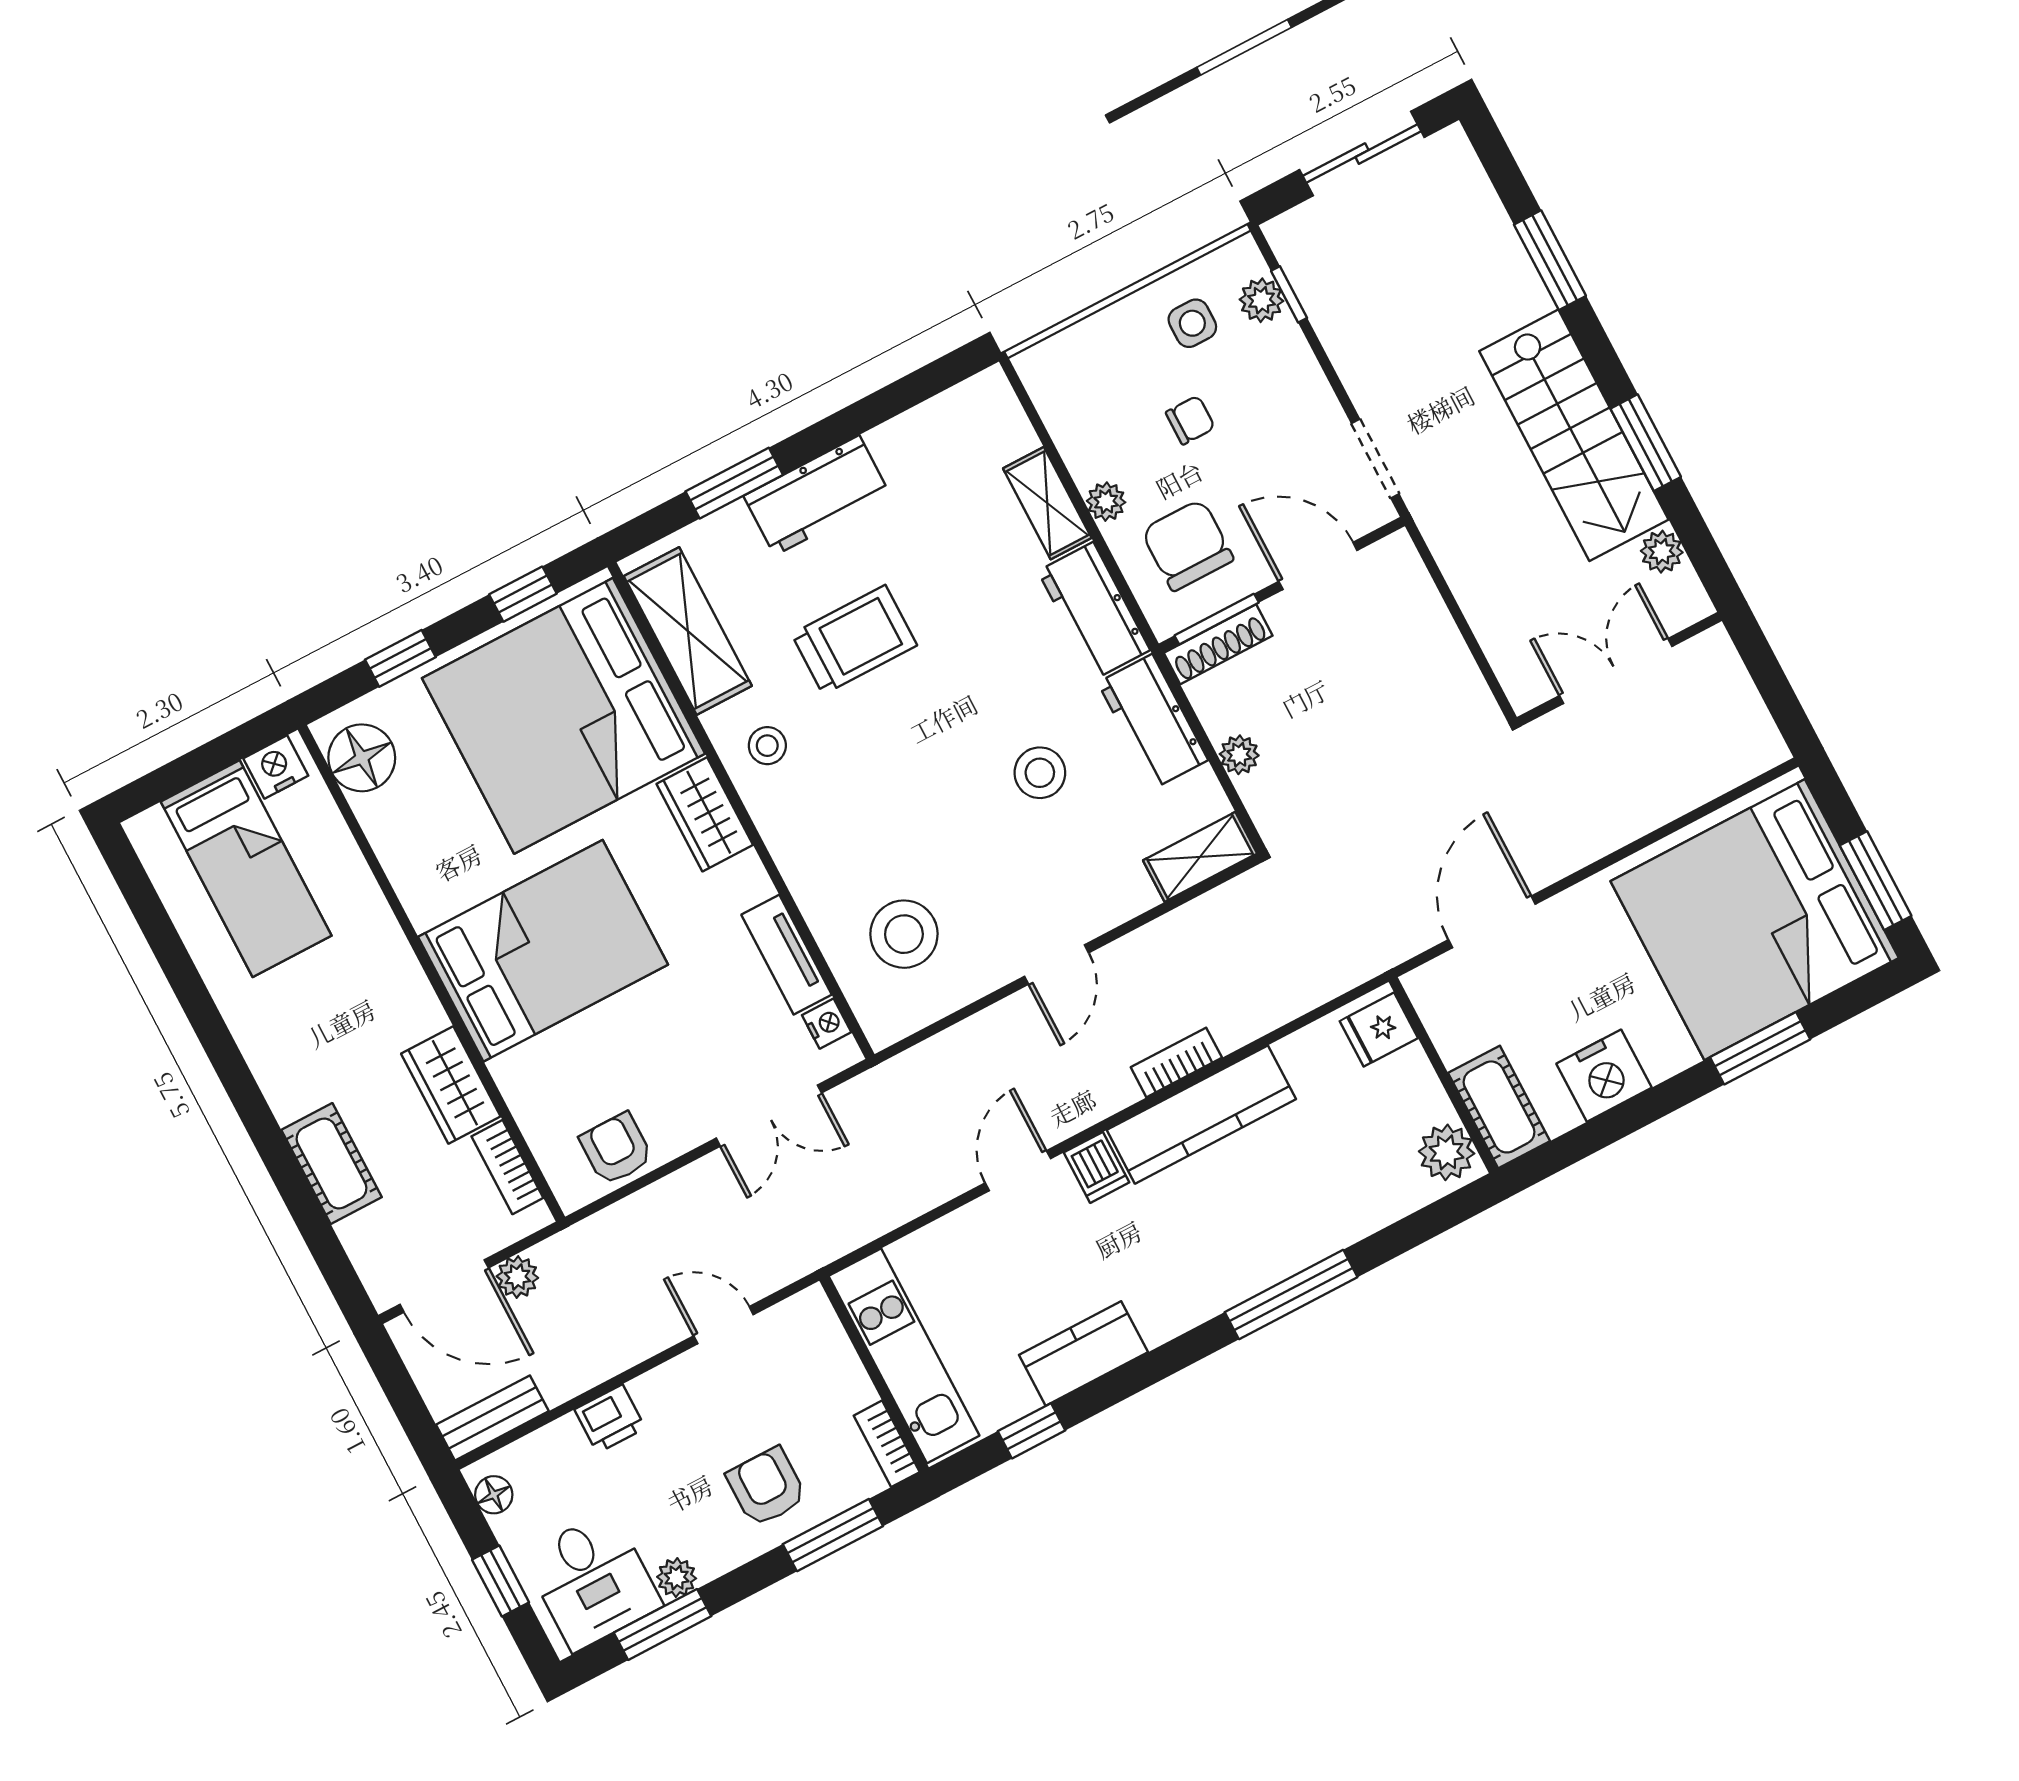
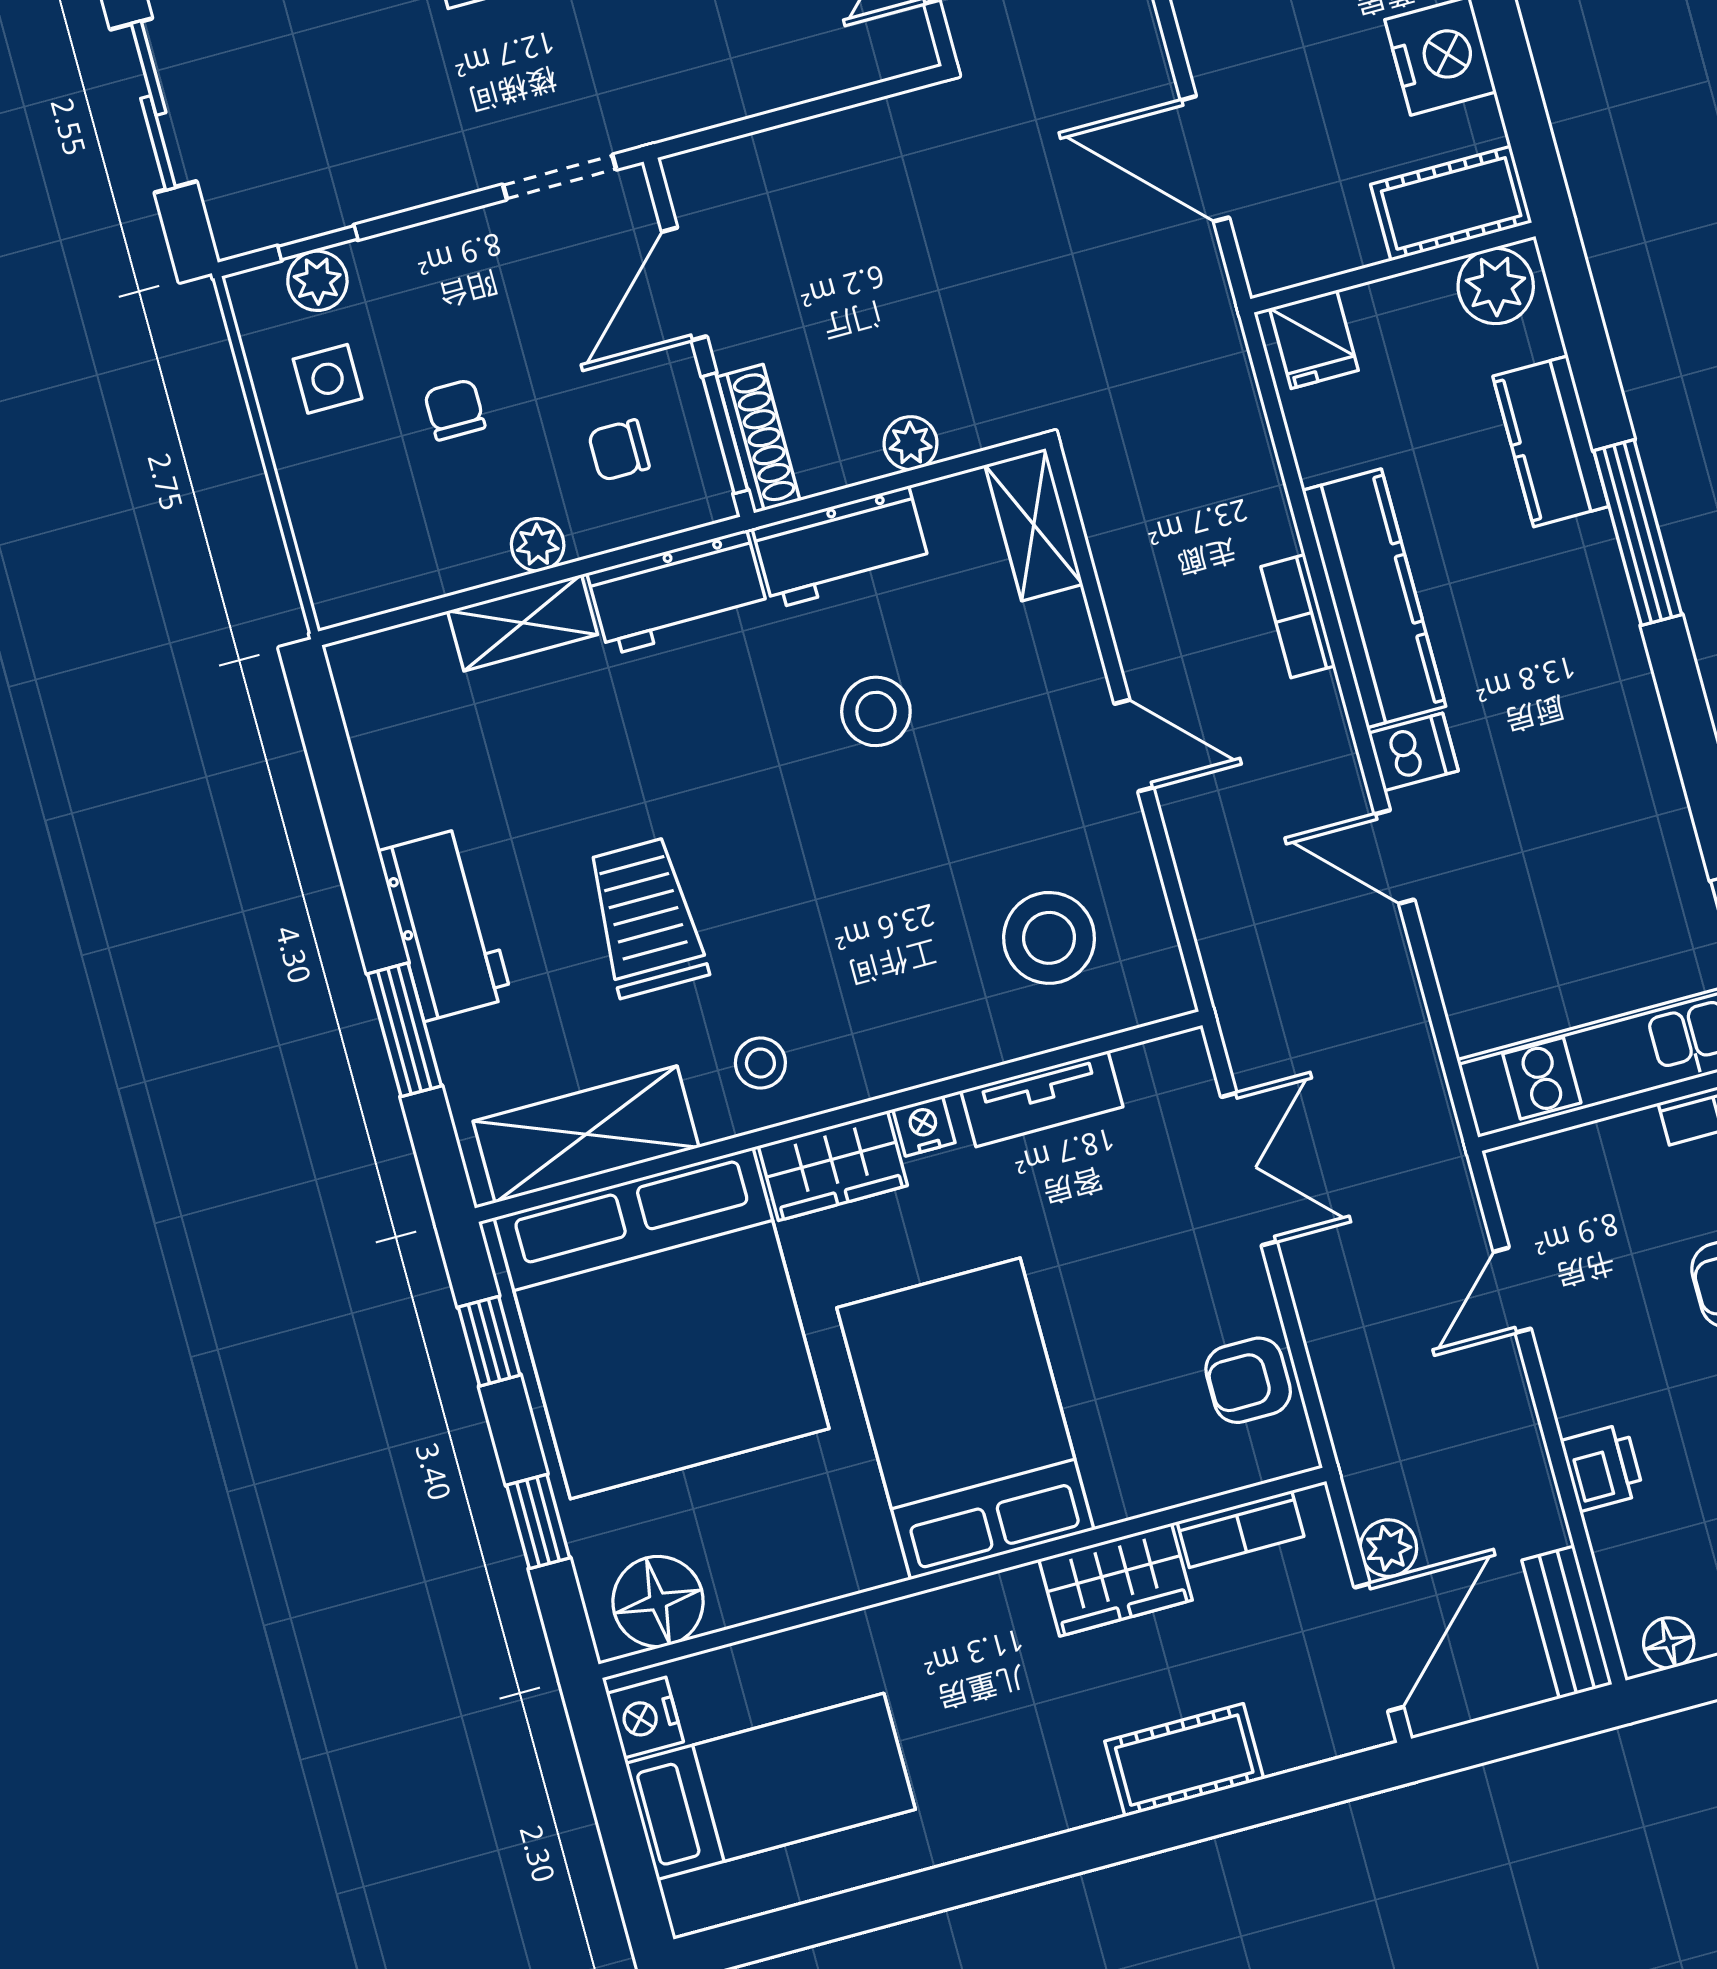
chair: (1187, 545) -> (619, 450), width x0.54, depth x0.54
nightstand: (827, 1024) -> (924, 1126), moved
kitchen counter: (1083, 1353) -> (1551, 441), moved

